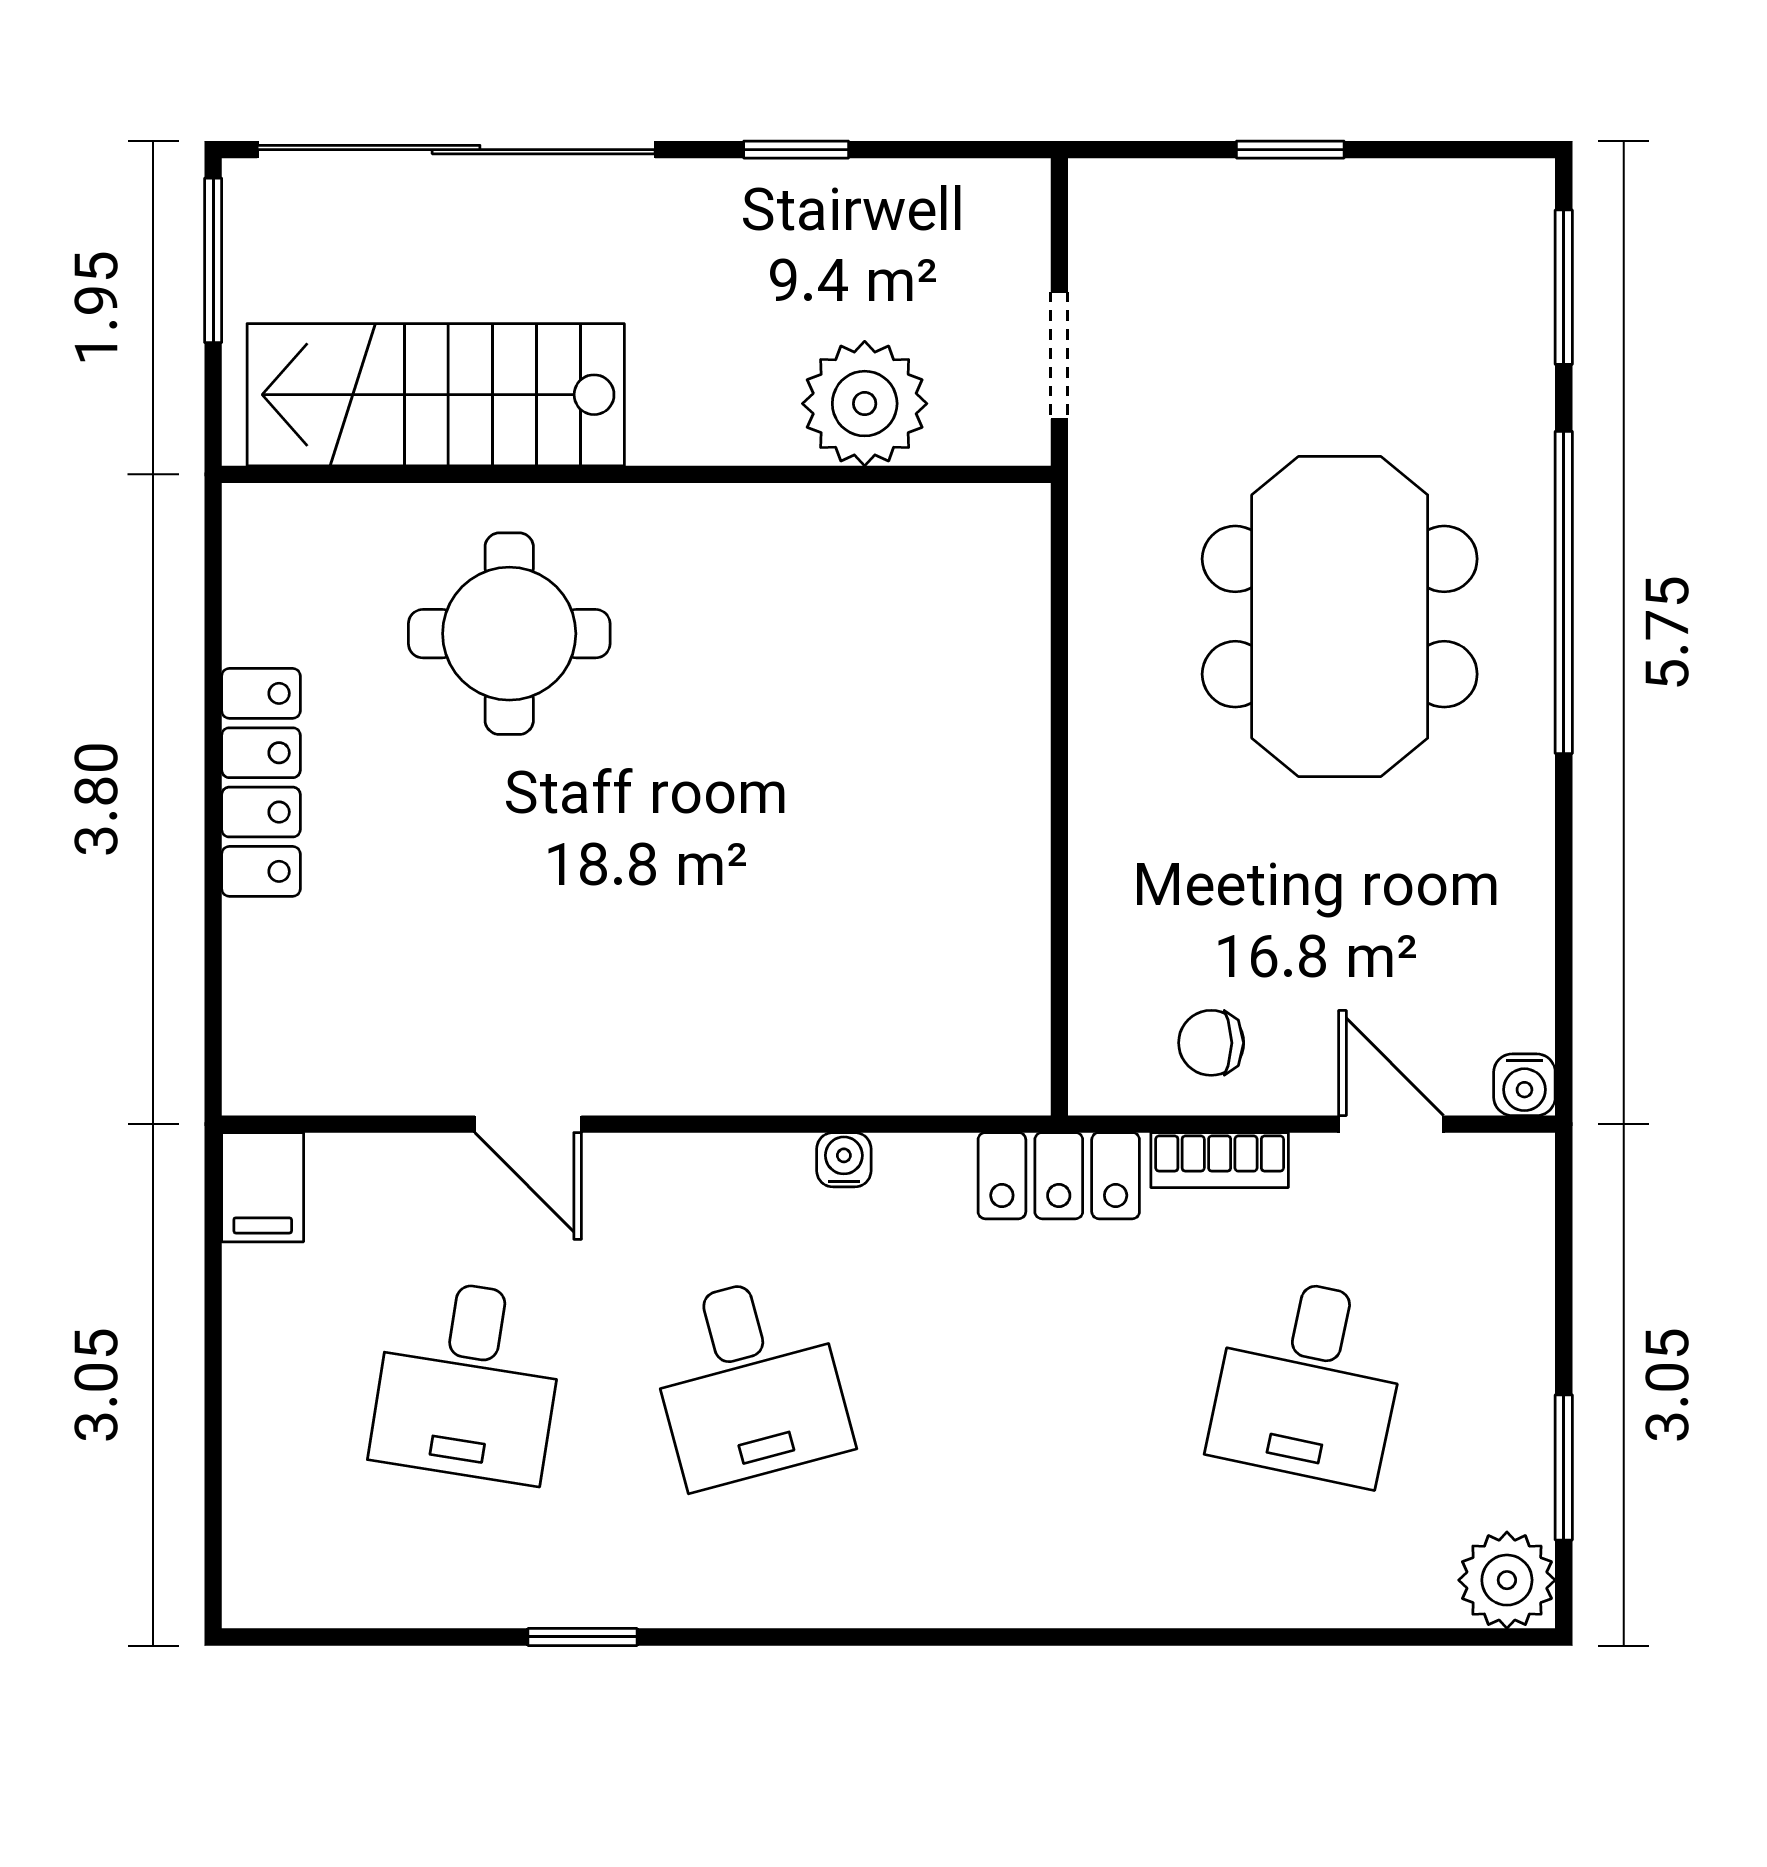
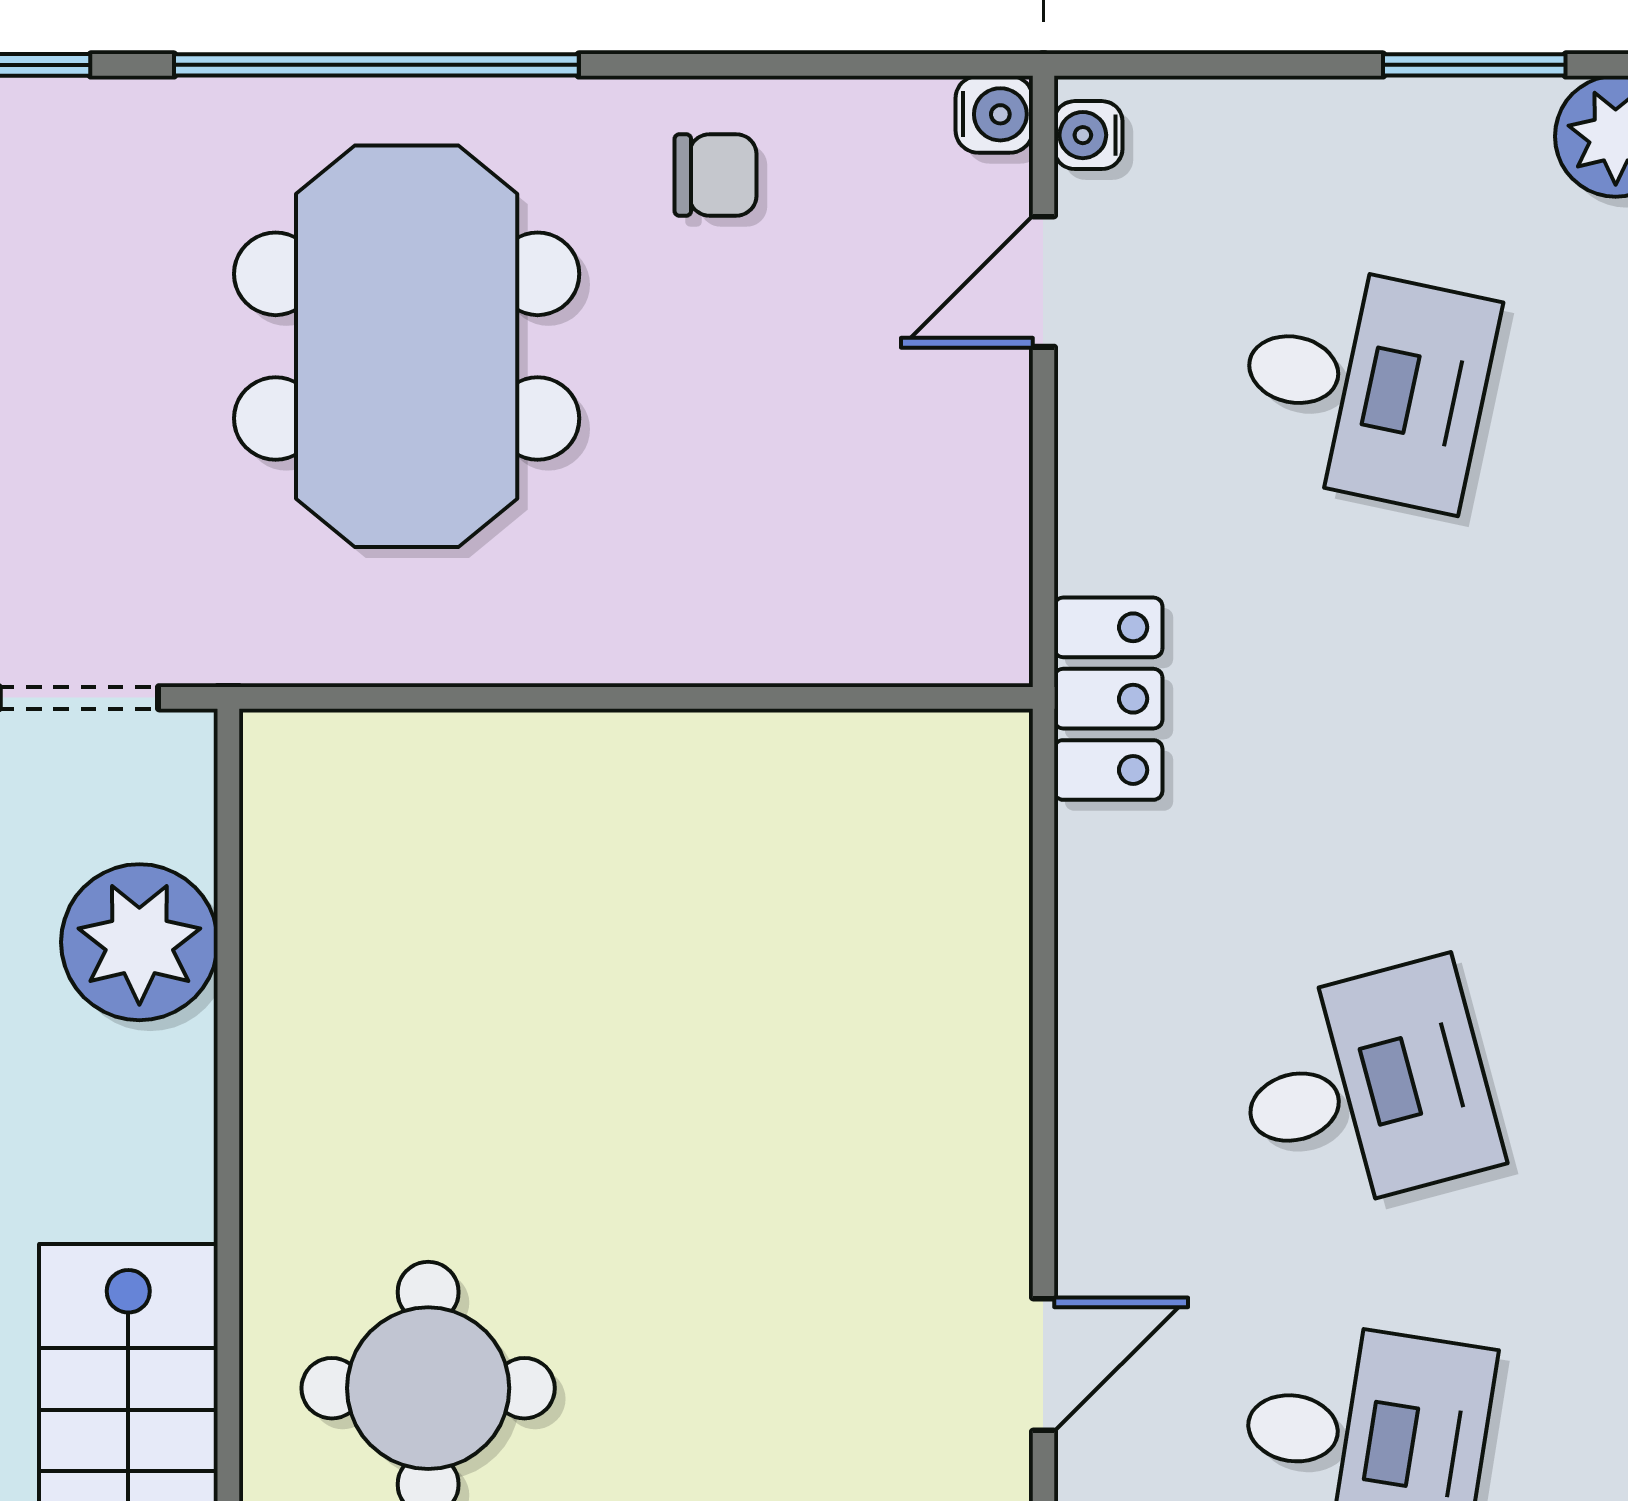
meeting table: (1340, 617) -> (407, 346), turned 90
chair: (1211, 1043) -> (715, 175), moved, turned -90
water cooler: (844, 1160) -> (1088, 135), moved
bookcase: (1220, 1160) -> (1089, 497), removed

